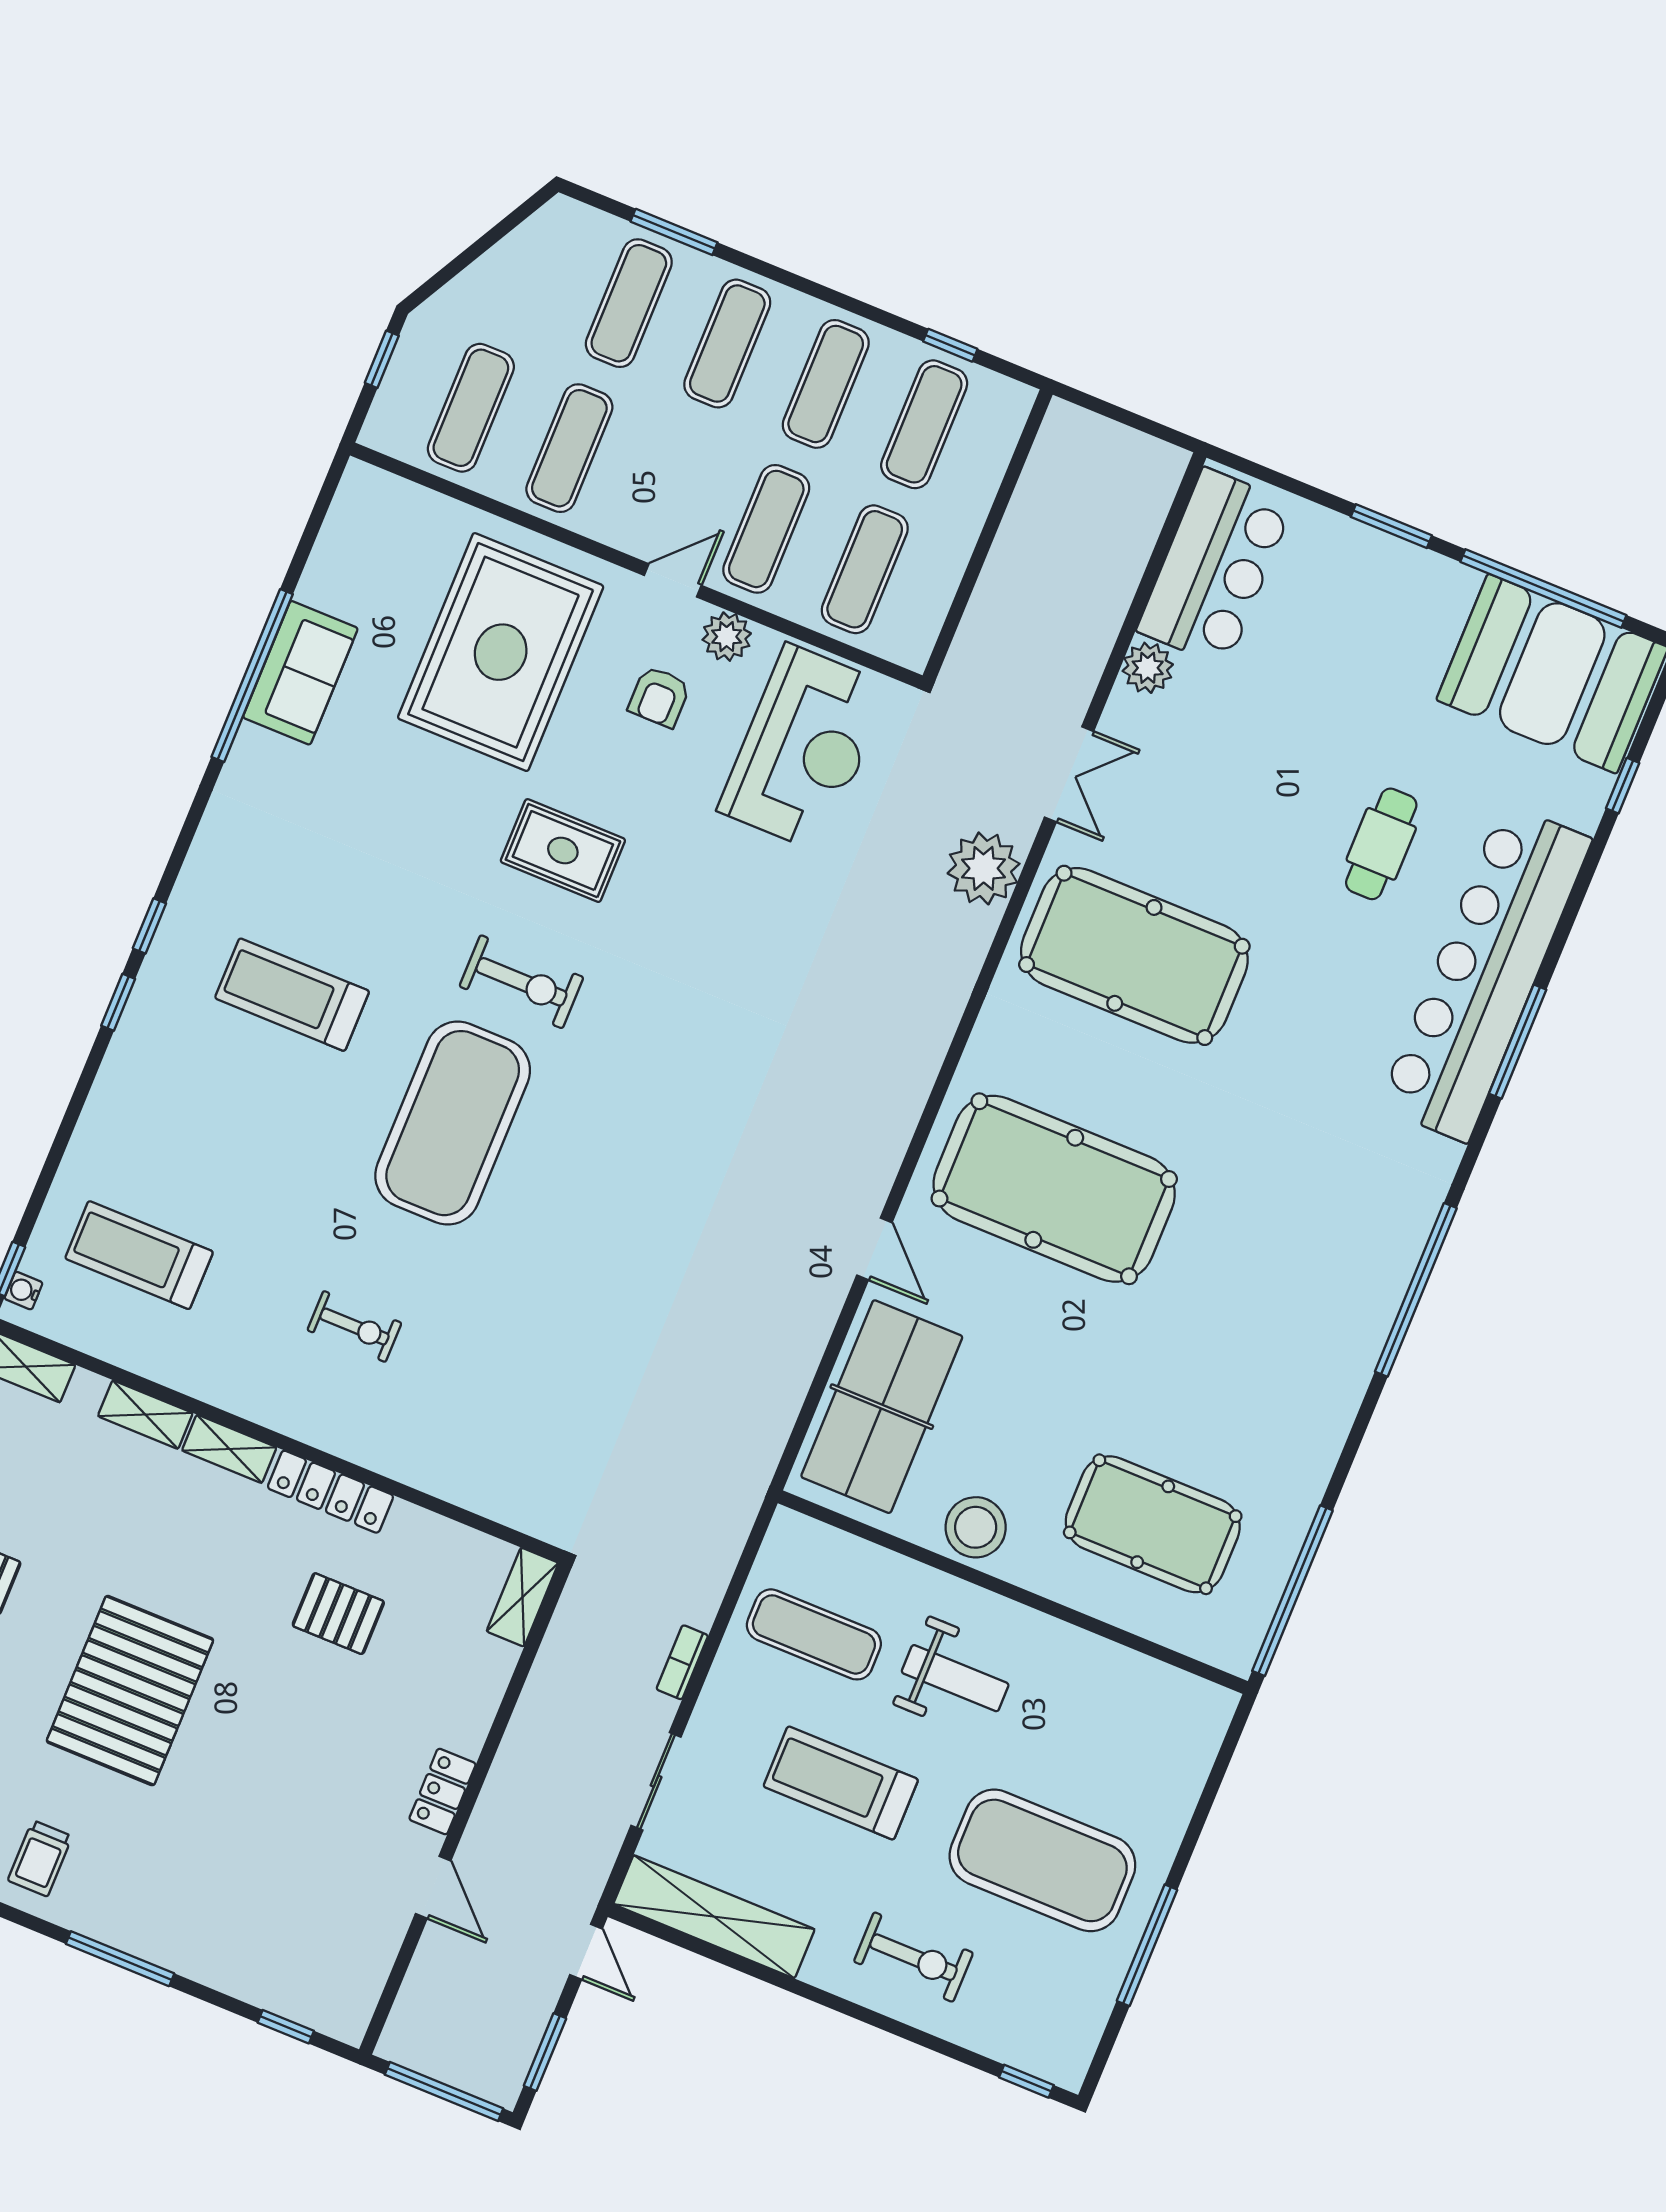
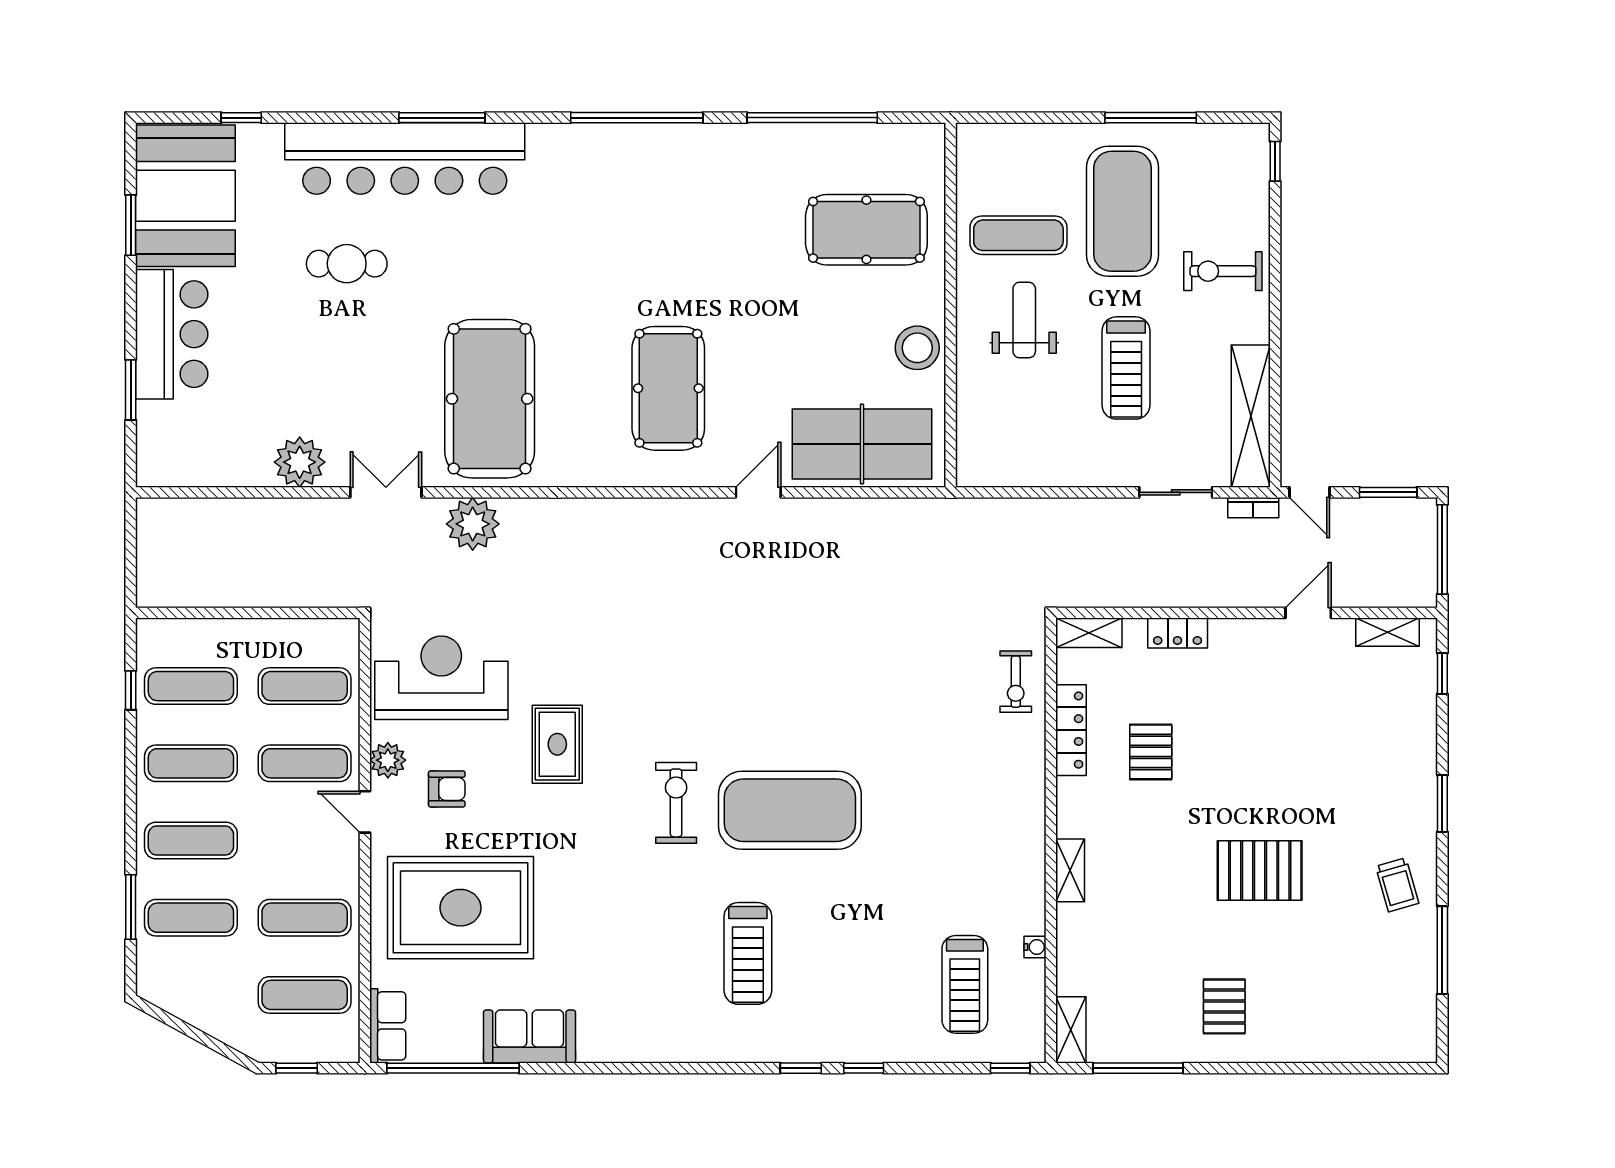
row of seats: (388, 498) -> (388, 1026), added
window: (1391, 526) -> (131, 390), moved
bar counter: (1215, 567) -> (172, 334), moved, turned 90
window: (1543, 588) -> (131, 225), width x0.47
plant: (1148, 668) -> (300, 462), width x1.36, depth x1.36
window: (252, 676) -> (453, 1068), moved
rug: (563, 851) -> (557, 744), moved
window: (149, 926) -> (864, 1068), moved
pool table: (1054, 1189) -> (668, 388), width x0.73, depth x0.76
water cooler: (24, 1291) -> (1035, 947), moved, turned -90
exercise bike: (354, 1327) -> (1016, 682), moved, turned 180
shelving: (145, 1415) -> (1388, 632), moved, turned 90
locker: (330, 1492) -> (1071, 730), moved
pool table: (1153, 1524) -> (866, 230), turned 90
window: (1292, 1591) -> (812, 118), moved
exercise mat: (814, 1634) -> (1018, 235), moved, turned 90
bookcase: (682, 1662) -> (1253, 508), moved
pallet: (130, 1691) -> (1260, 871), width x0.73, depth x0.71
locker: (442, 1792) -> (1178, 633), moved
trolley: (40, 1858) -> (1397, 885), turned 74
door: (586, 1952) -> (1309, 492), swing flipped
exercise bike: (913, 1957) -> (1223, 271), turned -90
window: (120, 1959) -> (1442, 803), width x0.69

